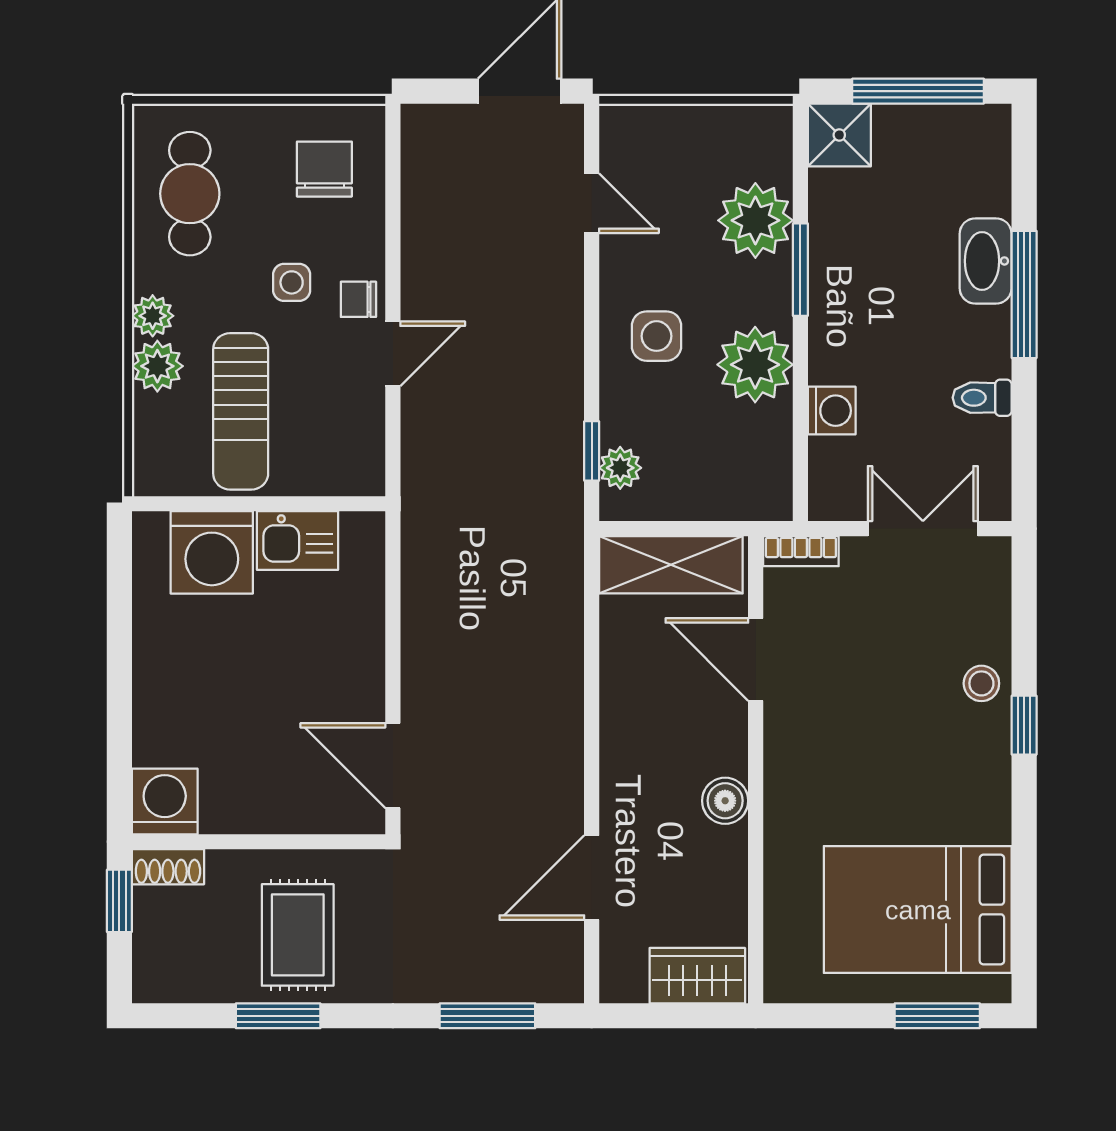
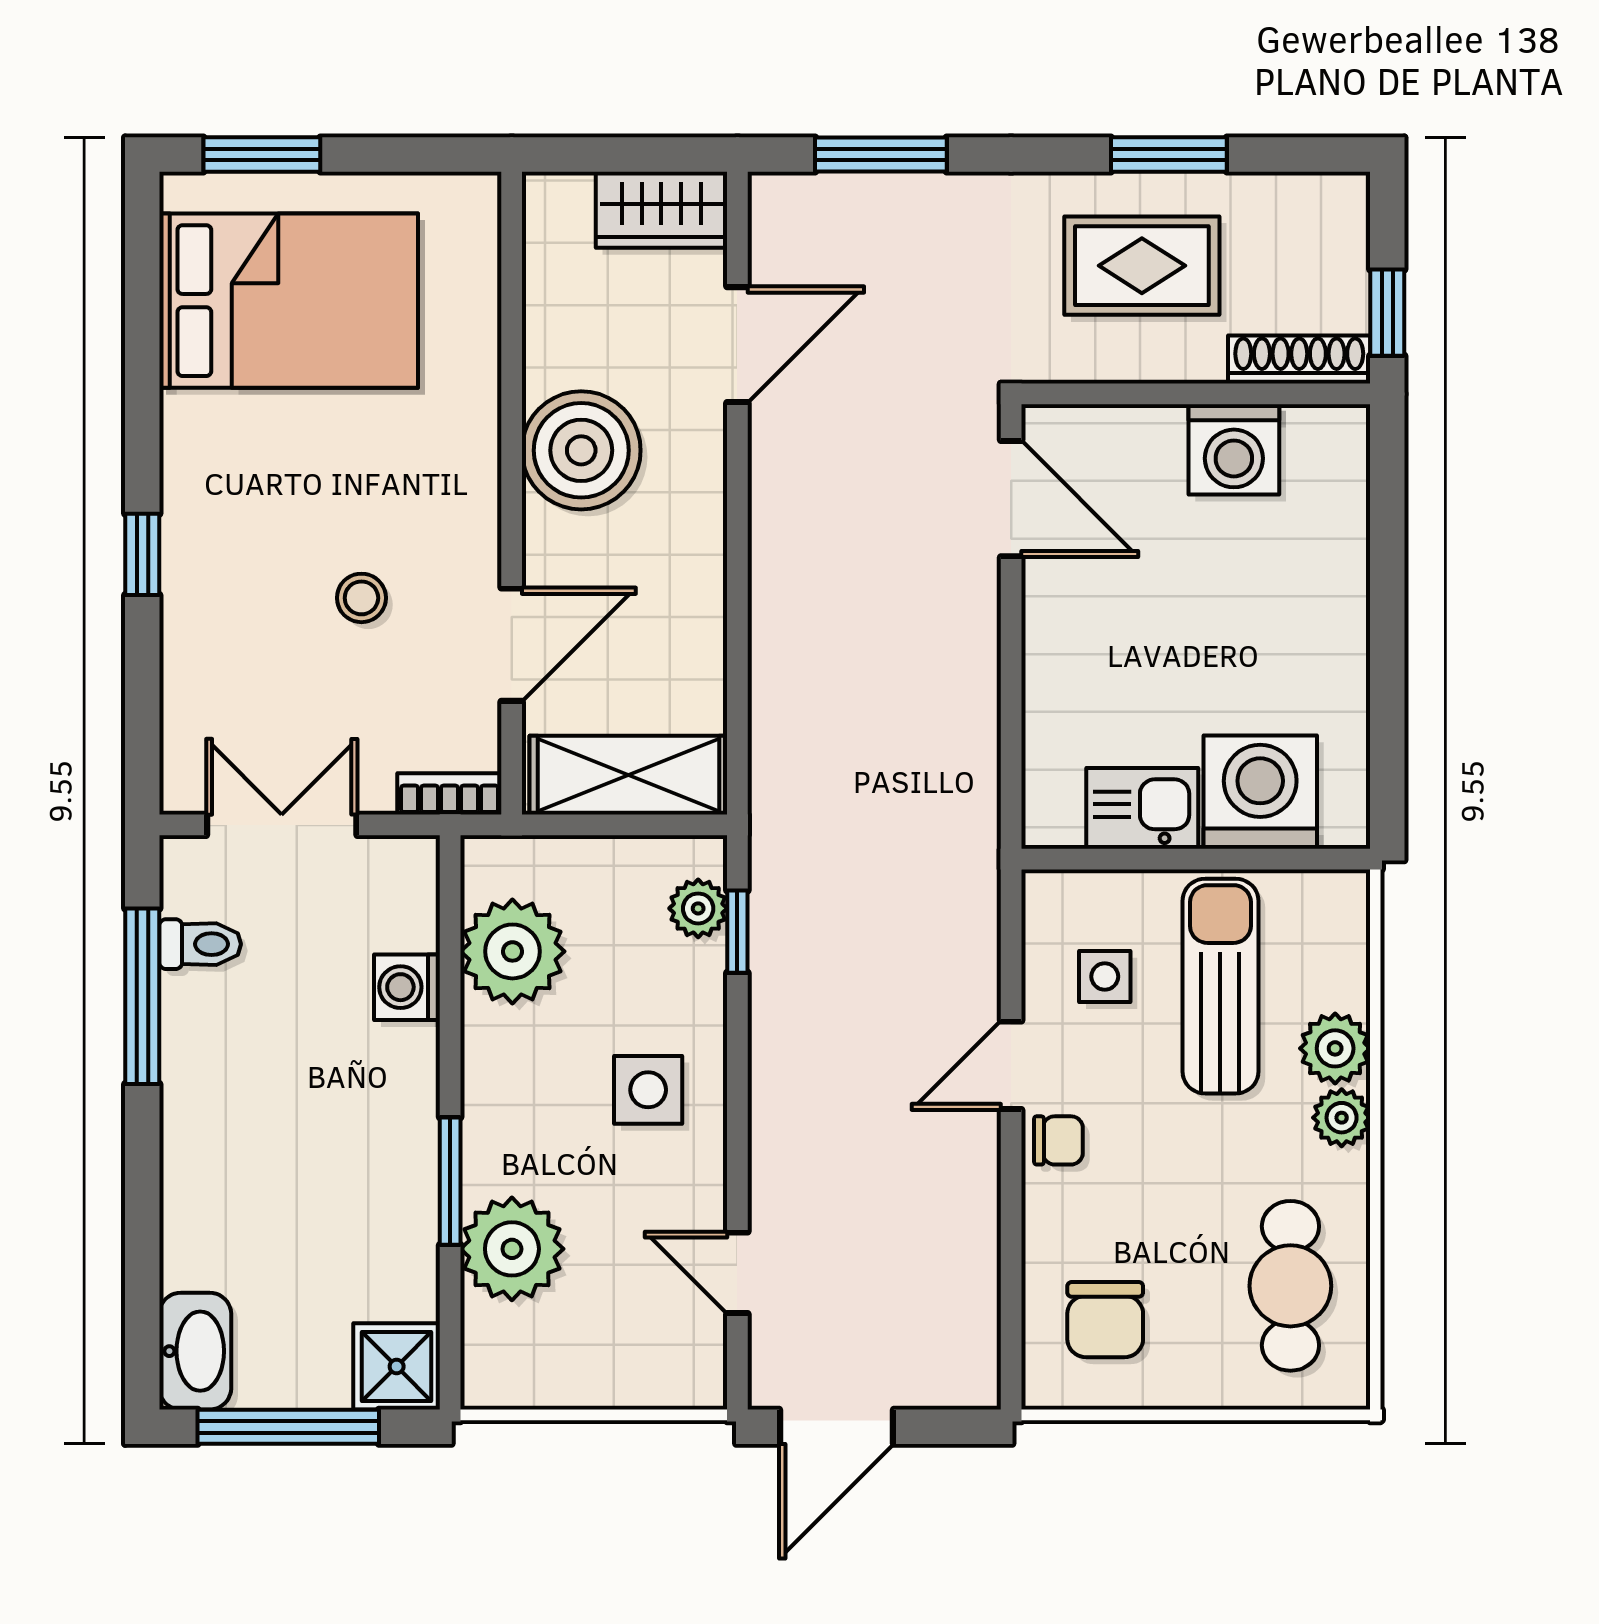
washbasin: (986, 261) -> (195, 1351), moved
side table: (292, 282) -> (1105, 977), moved
window: (1024, 294) -> (142, 996), moved
plant: (755, 365) -> (512, 951), moved
toilet: (982, 398) -> (200, 944), moved
double door: (923, 529) -> (282, 825), swing flipped
door: (756, 660) -> (512, 645), hinge flipped
stool: (981, 683) -> (361, 598), moved
washing machine: (165, 801) -> (1234, 449), moved
boiler: (725, 801) -> (581, 450), width x1.86, depth x1.86
shoe rack: (168, 867) -> (1299, 360), width x1.43
rug: (298, 935) -> (1142, 266), turned 90
wardrobe: (697, 976) -> (661, 210), moved

